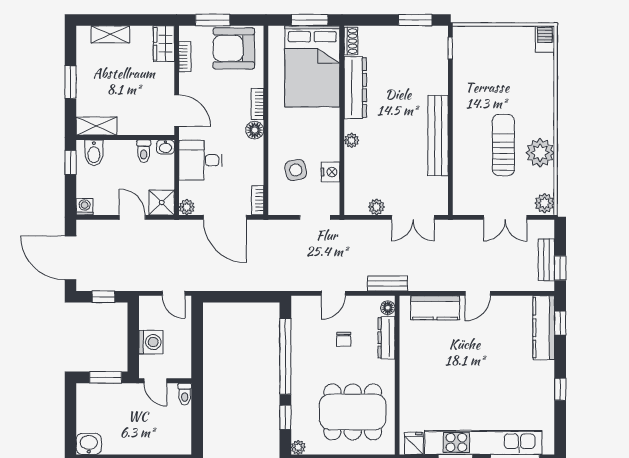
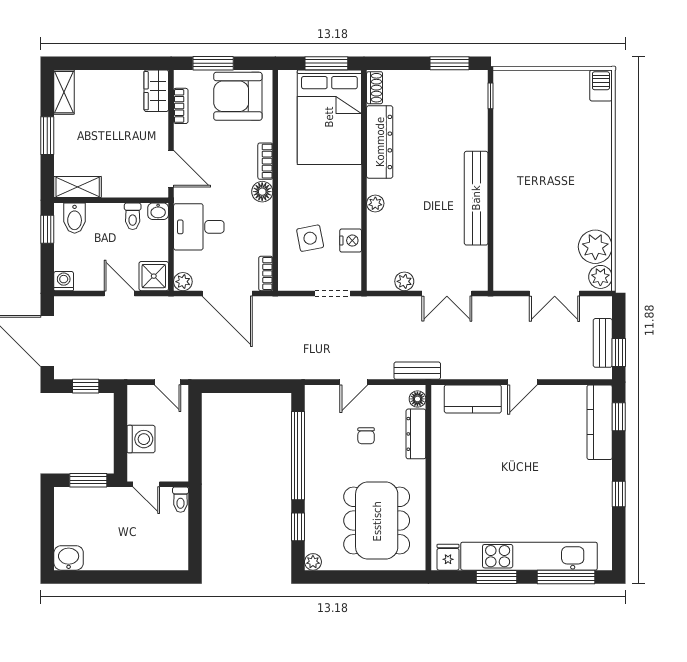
shelving: (110, 34) -> (64, 92), moved, turned 90
sun lounger: (503, 145) -> (552, 209), removed
plant: (540, 153) -> (595, 247), moved
dining table: (353, 412) -> (377, 521), turned 90

